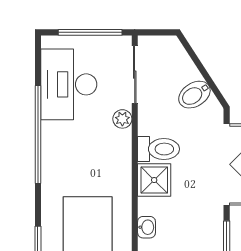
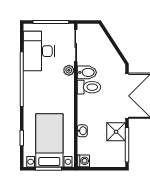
bidet: (194, 95) -> (87, 72), moved, turned -147
shower: (154, 180) -> (116, 132), moved

